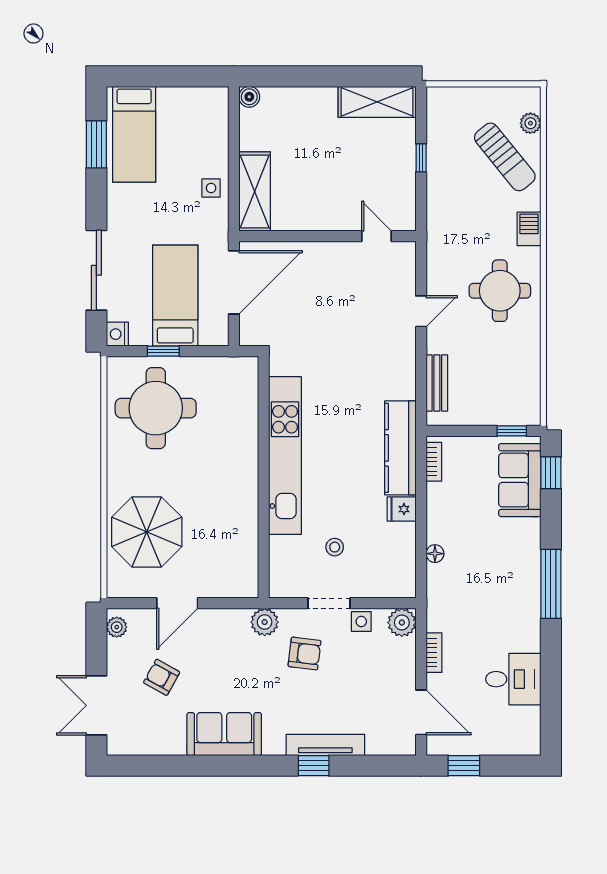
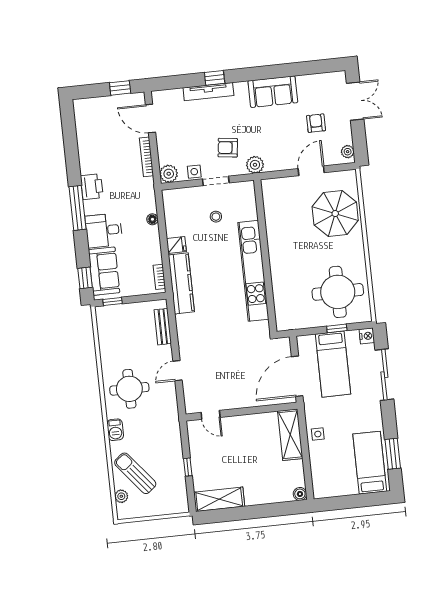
printer: (525, 615) -> (92, 187), added
bookcase: (434, 653) -> (146, 157), width x1.56
armchair: (162, 677) -> (316, 123), turned -119
desk: (513, 679) -> (104, 230), moved

